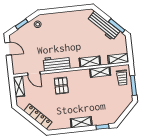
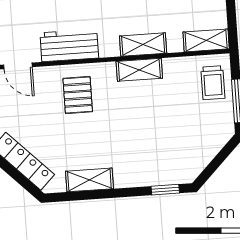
shelving: (100, 72) -> (139, 70), moved
shelving: (81, 122) -> (89, 180), moved

